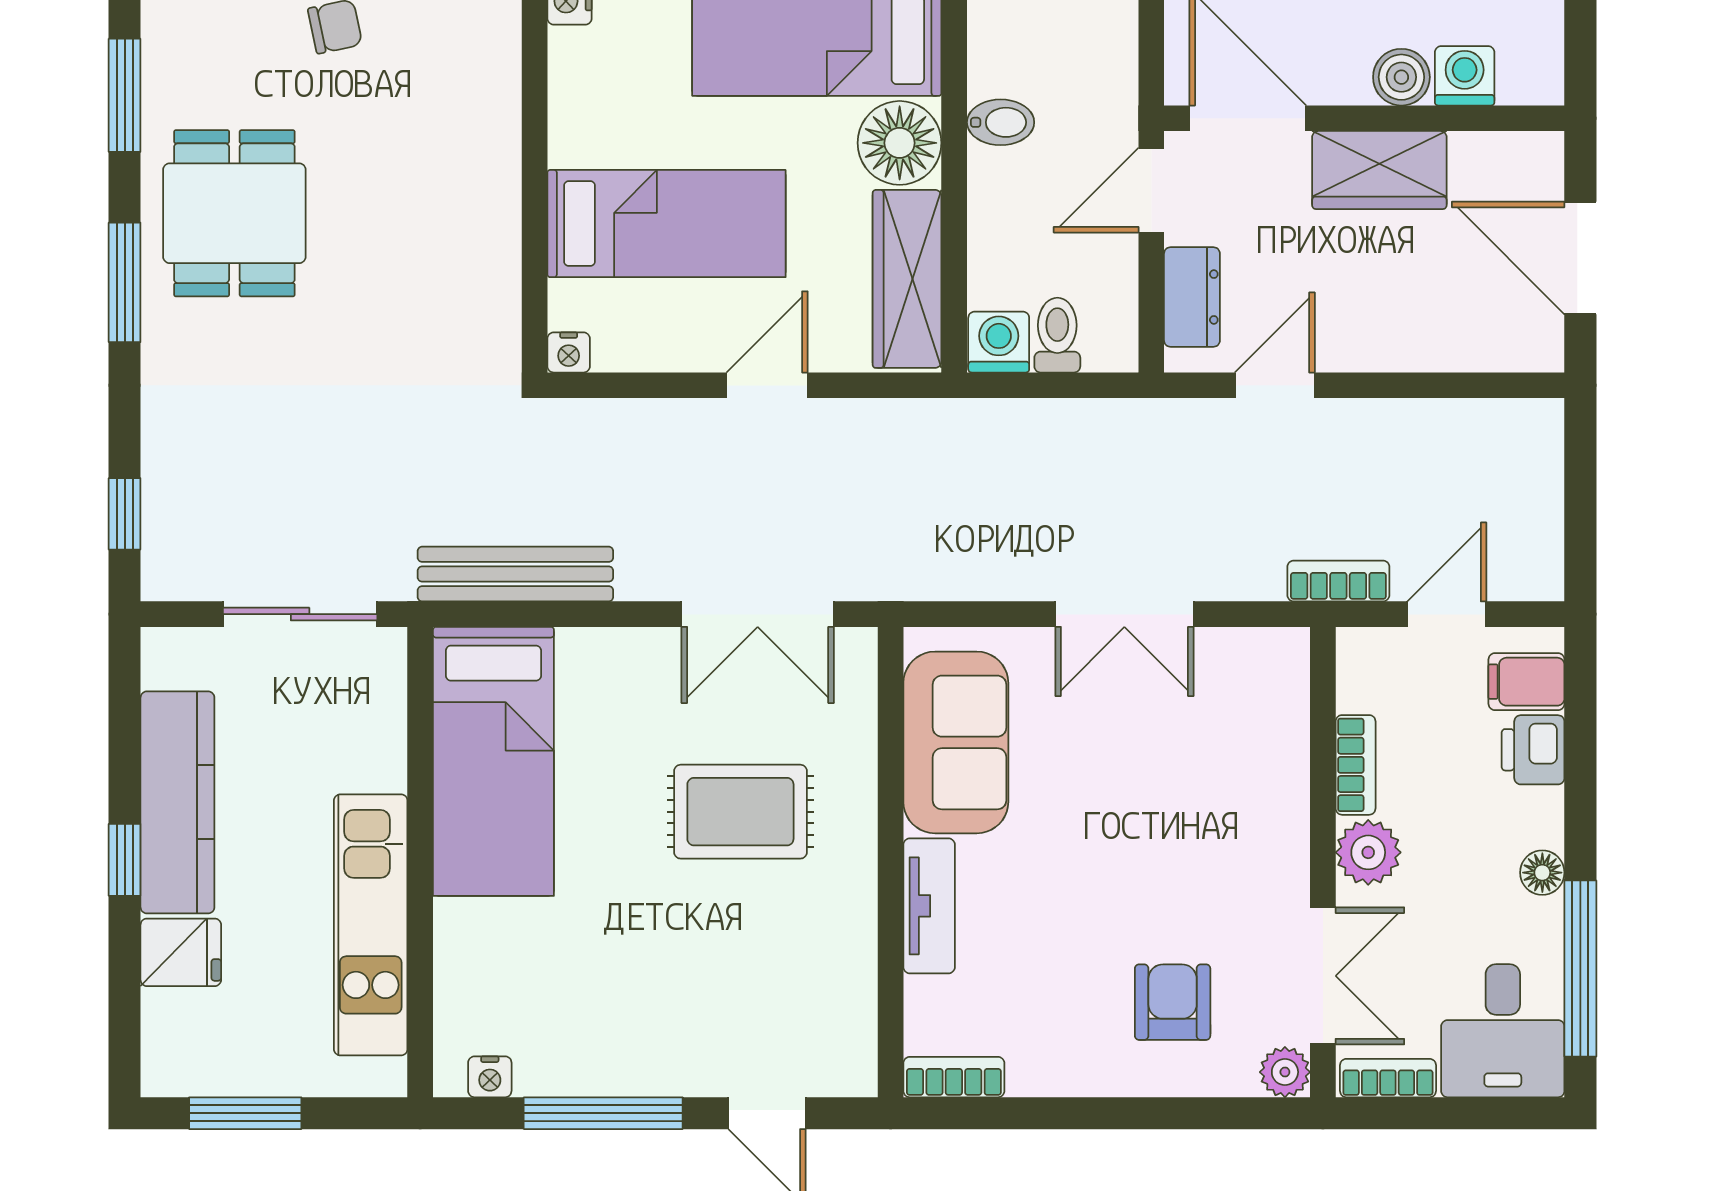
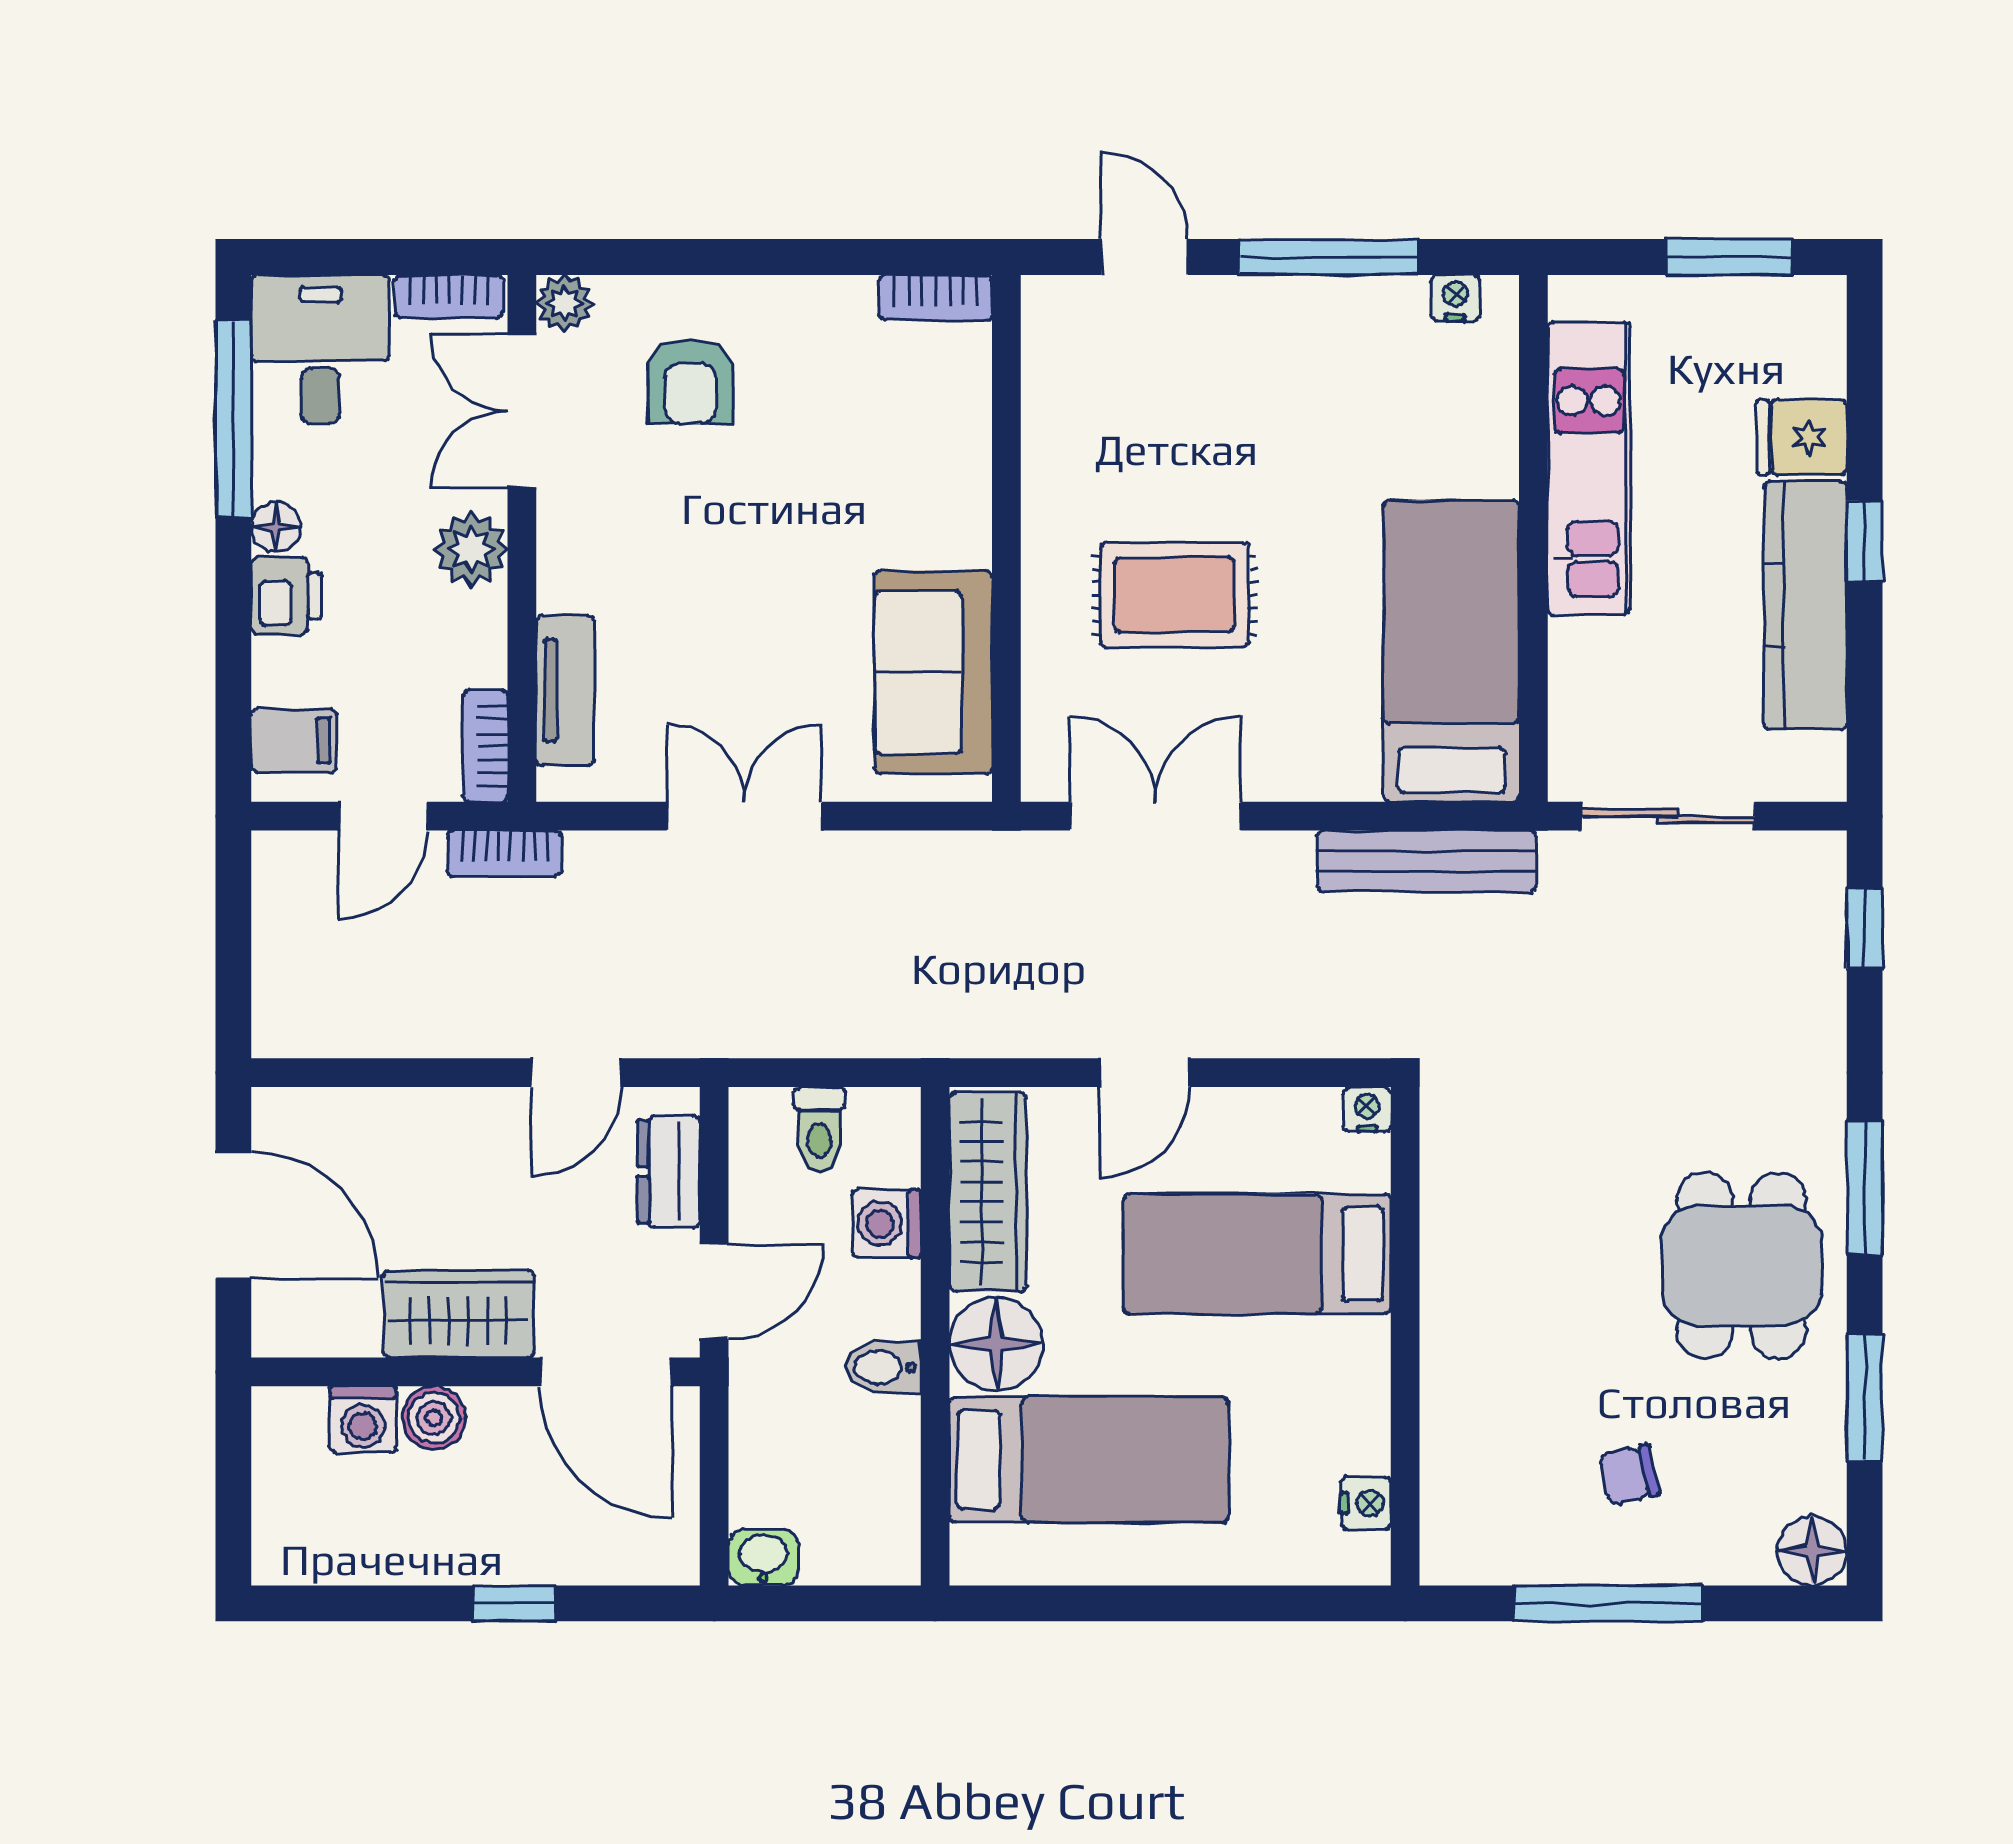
washing machine: (999, 342) -> (887, 1223), moved, turned 90
printer: (1533, 750) -> (286, 596), moved
bookcase: (1356, 765) -> (485, 746), moved
tv unit: (929, 906) -> (565, 691), moved, turned 180

